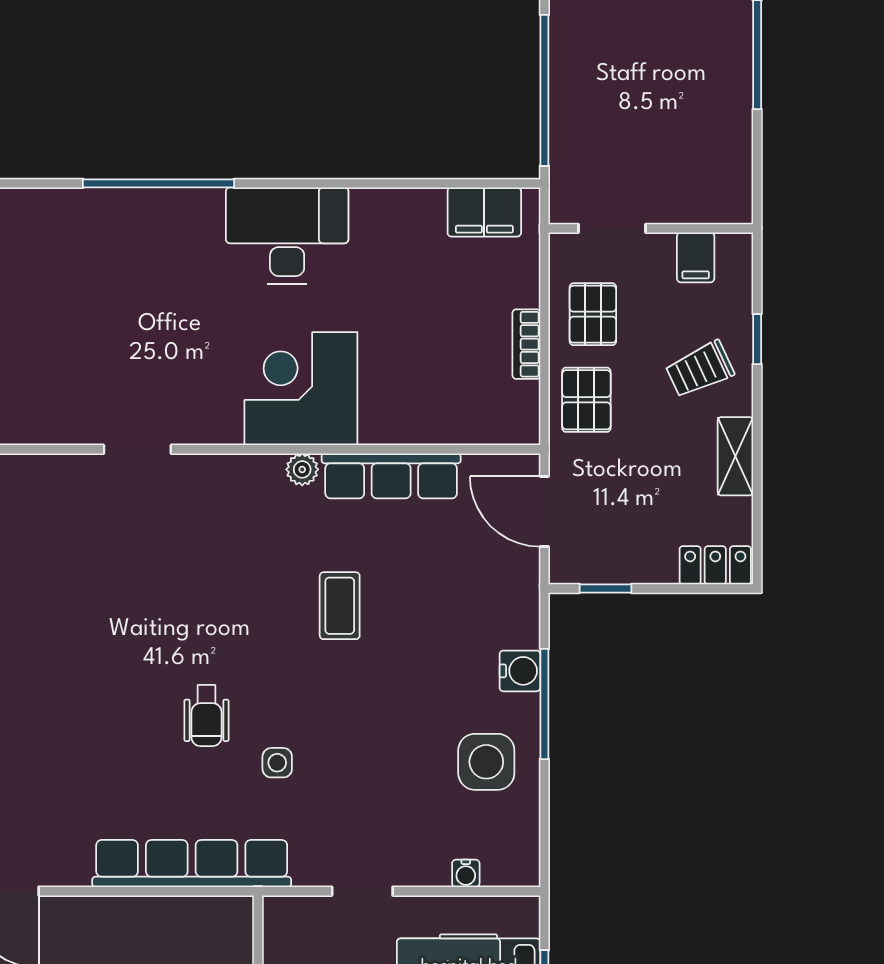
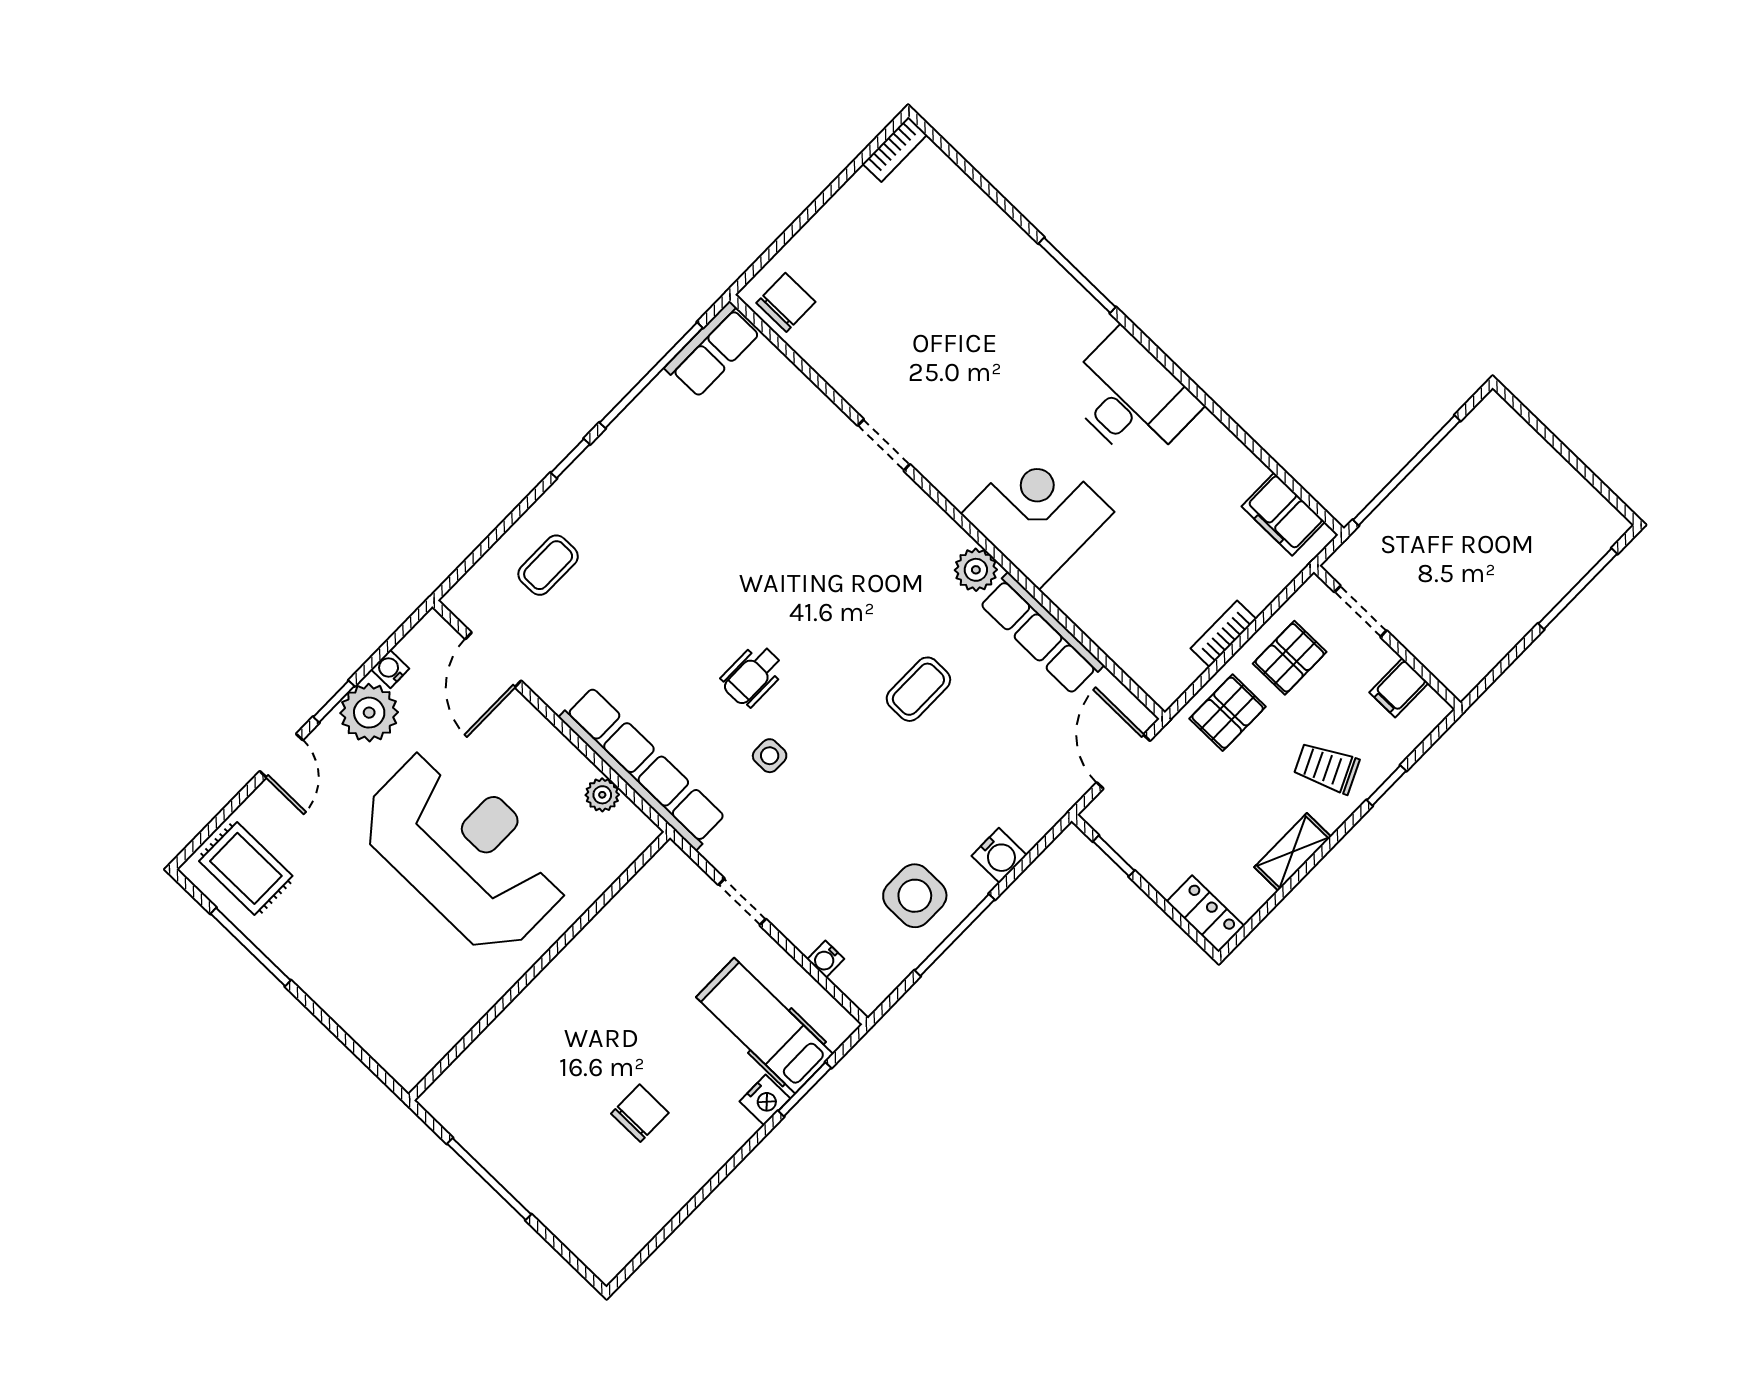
window: (159, 183) -> (1077, 275), width x0.68
plant: (302, 469) -> (976, 570), width x1.38, depth x1.38
window: (544, 704) -> (955, 935), moved
plant: (181, 913) -> (602, 795), added

